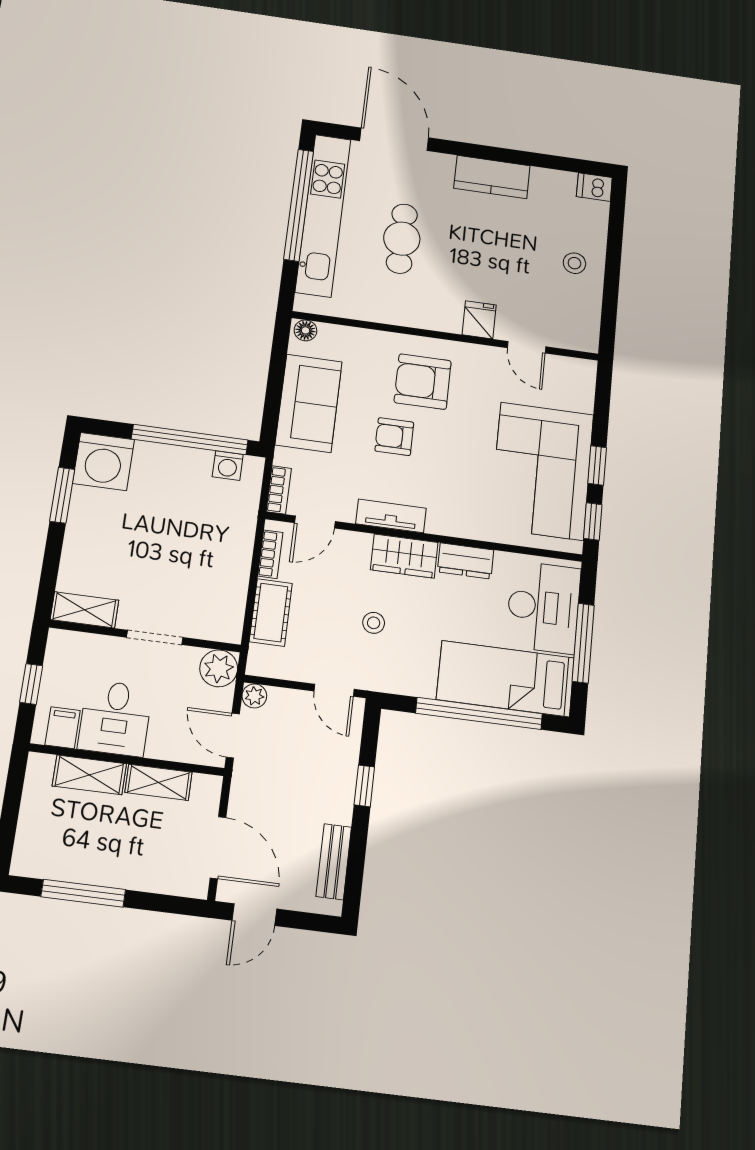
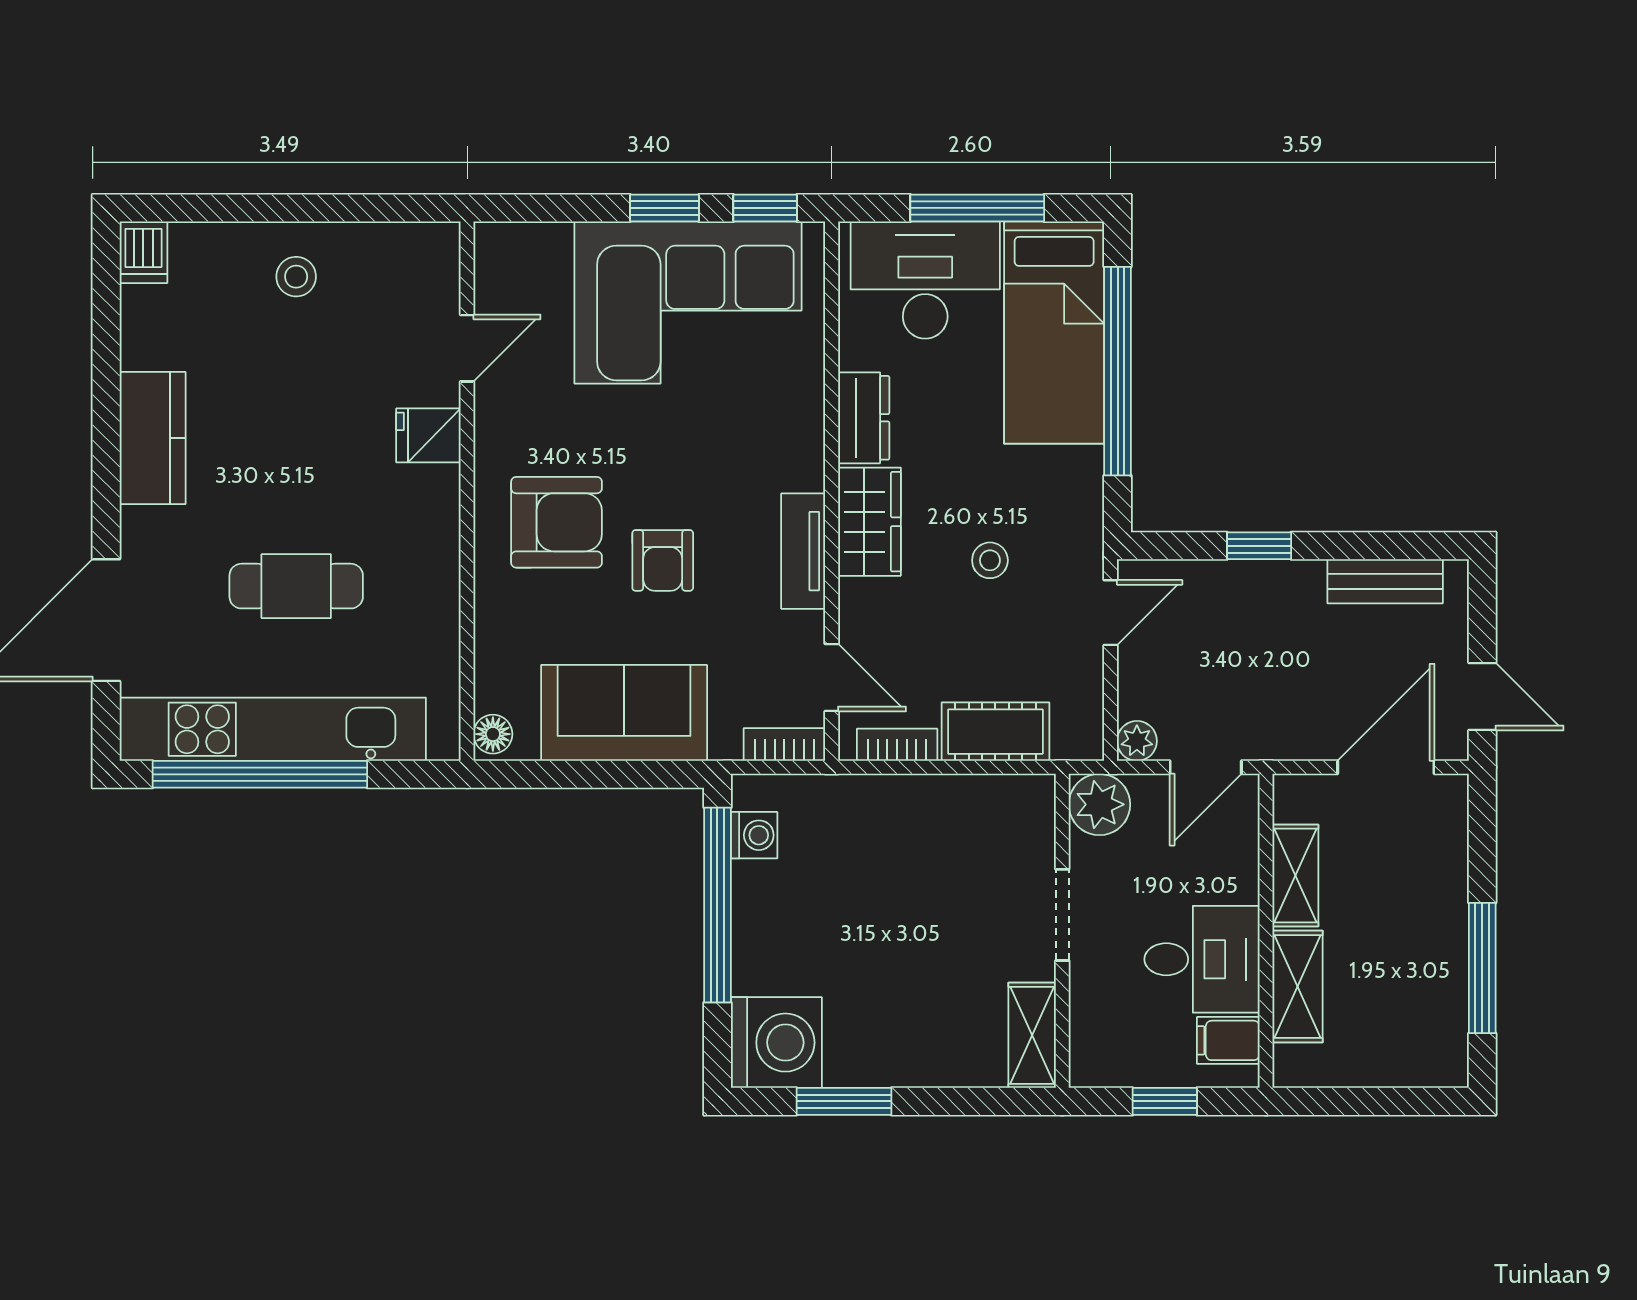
armchair: (423, 382) -> (557, 522), turned -90

